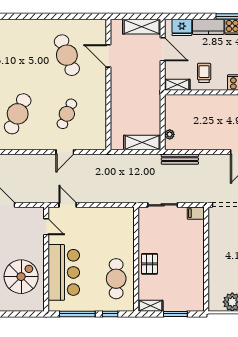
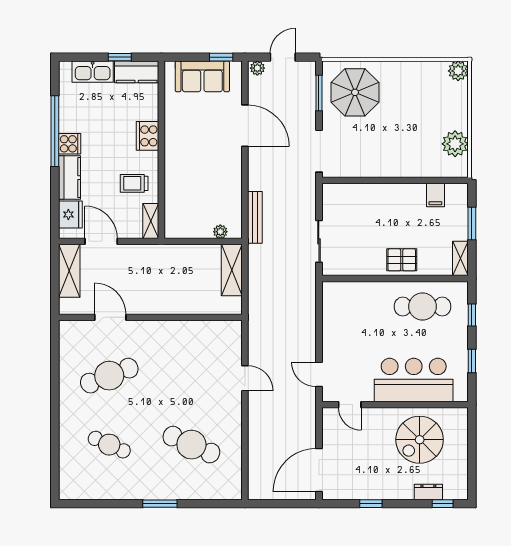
door: (163, 49) -> (101, 241), hinge flipped
door: (108, 56) -> (110, 317), swing flipped
cafe table: (67, 114) -> (109, 445), moved
door: (68, 205) -> (319, 374), hinge flipped
filing cabinet: (196, 213) -> (435, 195), moved
door: (46, 227) -> (350, 405), swing flipped
spiral stairs: (21, 277) -> (420, 440), turned -90
window: (77, 314) -> (472, 361), width x0.46

